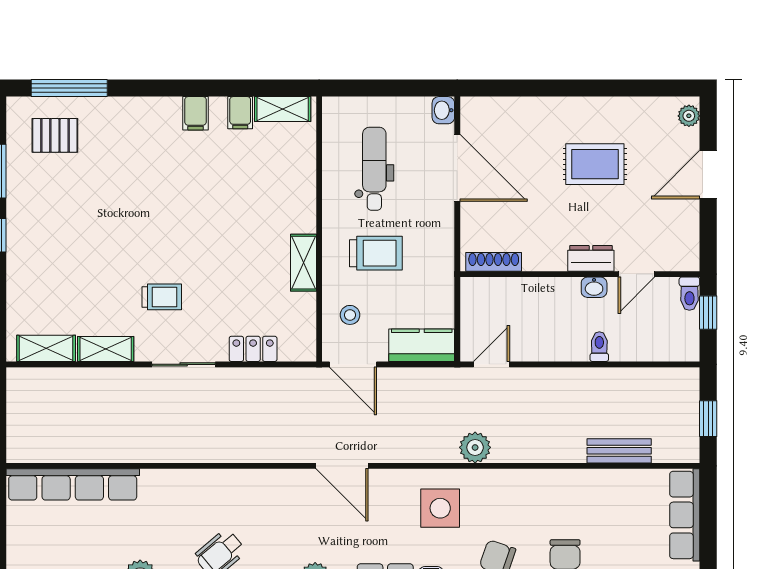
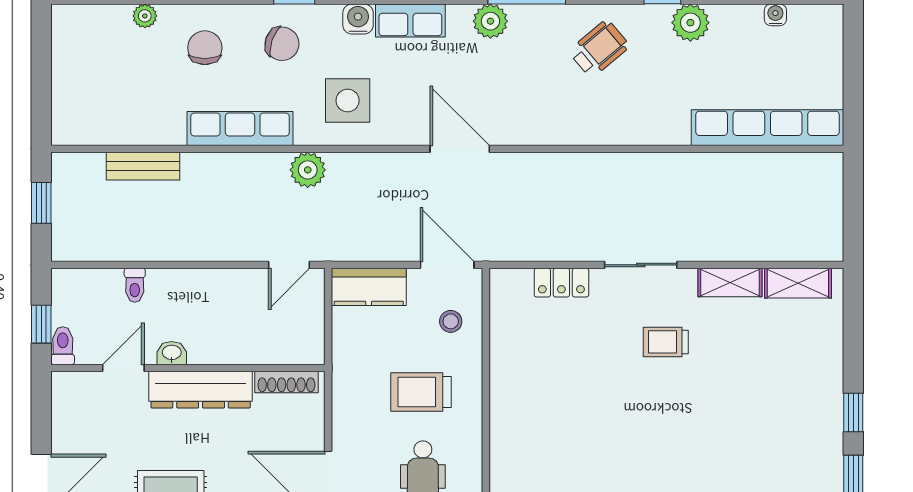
dresser: (591, 258) -> (201, 390), width x1.96, depth x1.24
shelving: (303, 263) -> (504, 381), removed
toilet: (599, 347) -> (135, 285), moved
row of seats: (685, 515) -> (240, 129), moved, turned -90

